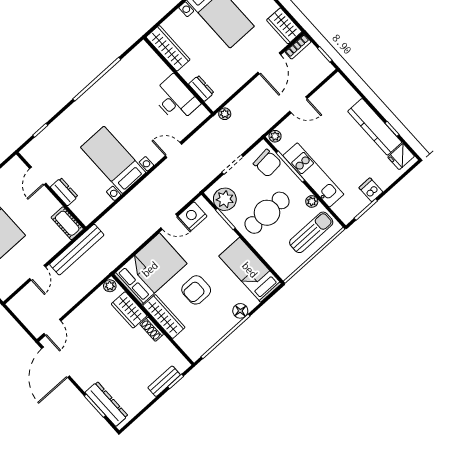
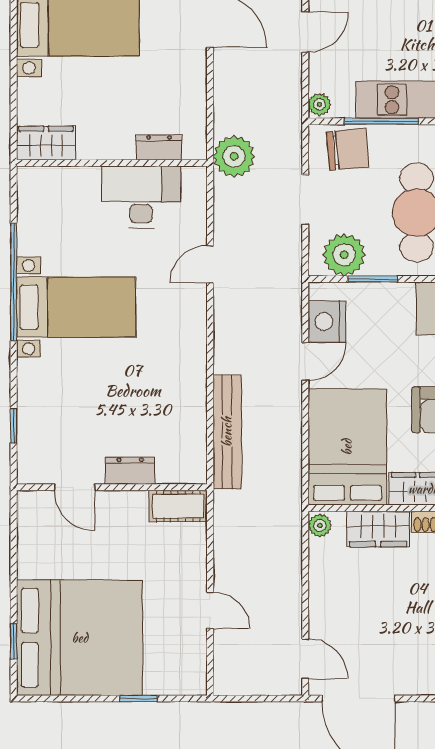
wardrobe: (168, 48) -> (46, 143), width x0.67
plant: (225, 114) -> (234, 156), width x1.88, depth x1.88
bed with nightstands: (113, 160) -> (76, 307), moved, turned 180
bench: (77, 250) -> (227, 432), moved

